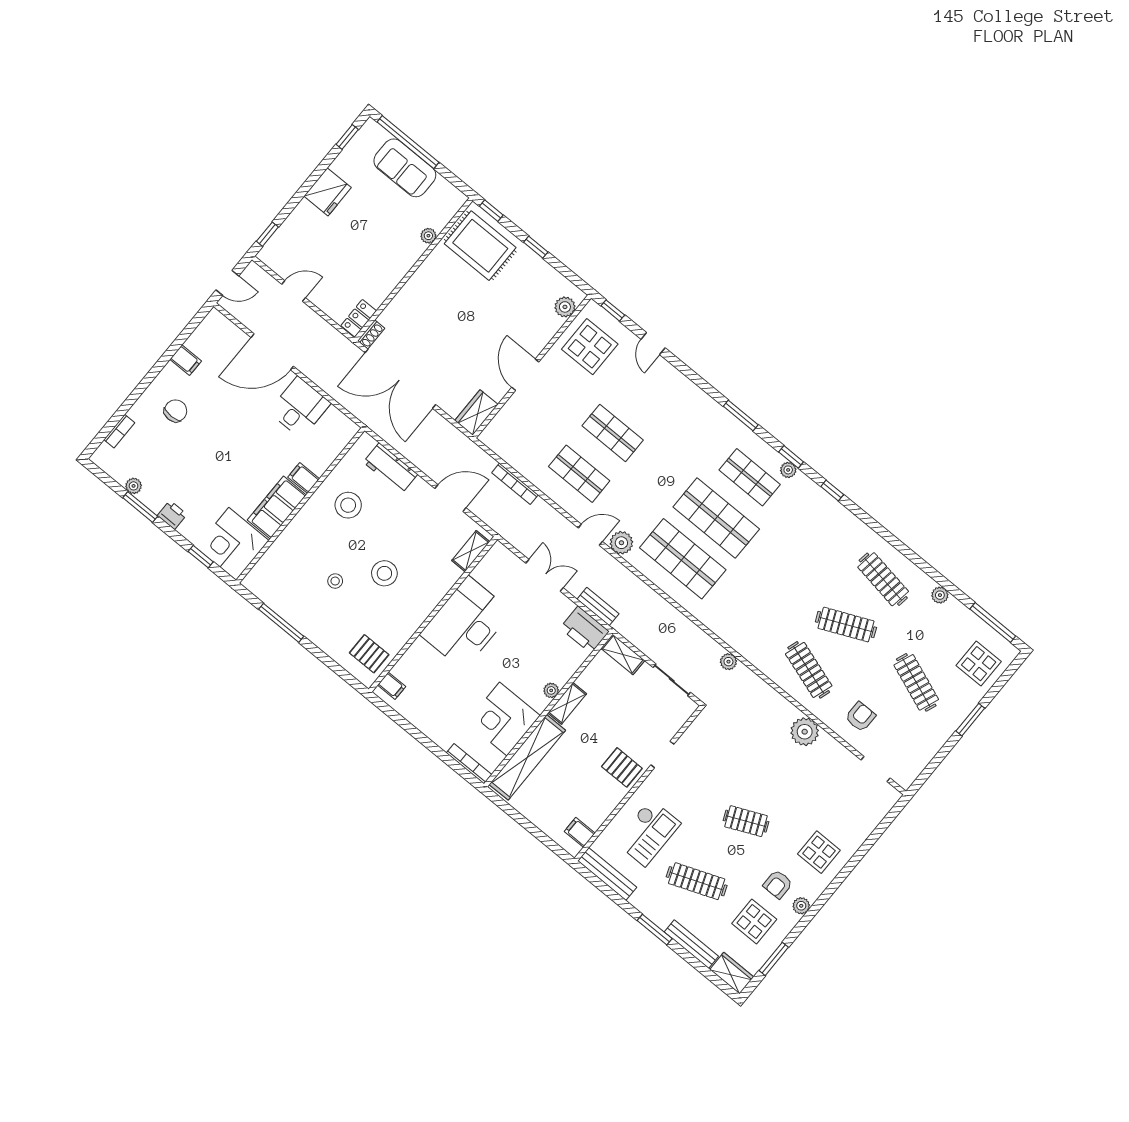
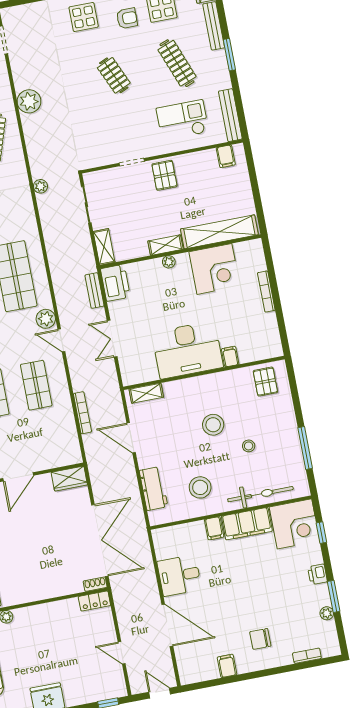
bicycle: (287, 545) -> (260, 494), added
filing cabinet: (392, 686) -> (230, 357), moved
bookcase: (469, 764) -> (266, 292), moved

